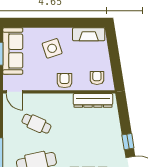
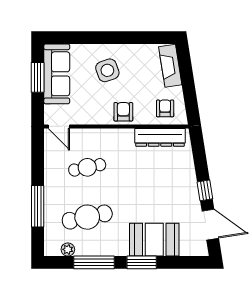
fireplace: (89, 34) -> (170, 66), moved, turned 81
cafe table: (36, 124) -> (87, 167), turned -36

